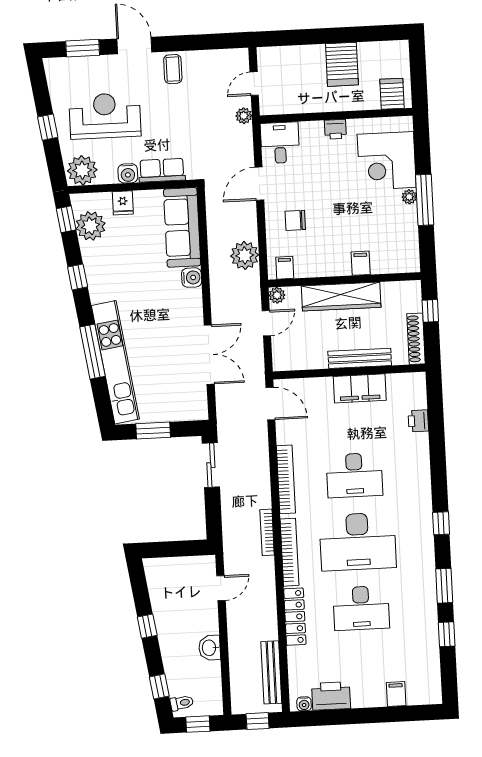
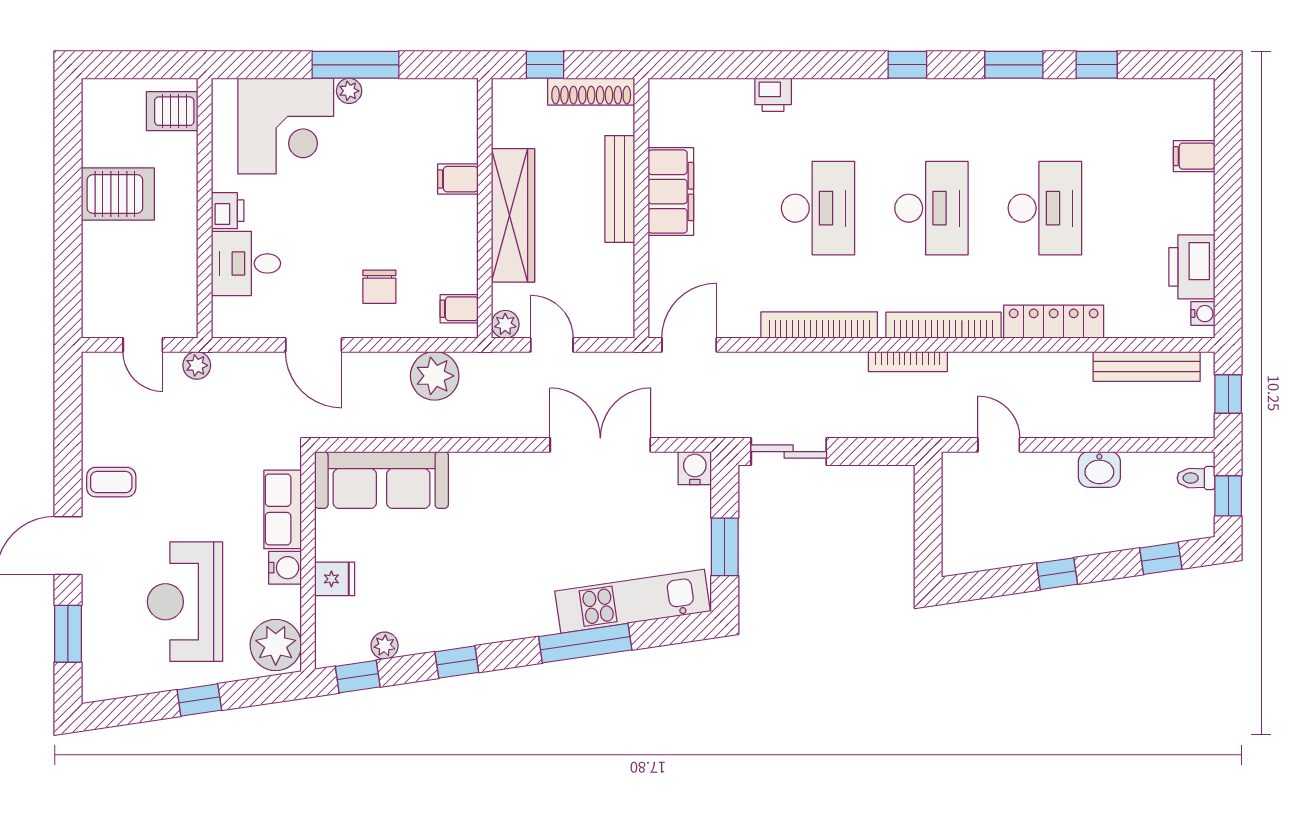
desk: (280, 143) -> (246, 263), moved
plant: (91, 226) -> (385, 646), width x0.53, depth x0.53
water cooler: (192, 278) -> (695, 468), moved
kitchen unit: (115, 362) -> (633, 601), width x0.73
printer: (418, 421) -> (773, 95), moved
desk: (358, 542) -> (931, 208), width x0.73, depth x0.77
toilet: (182, 703) -> (1196, 478), moved, turned -82

